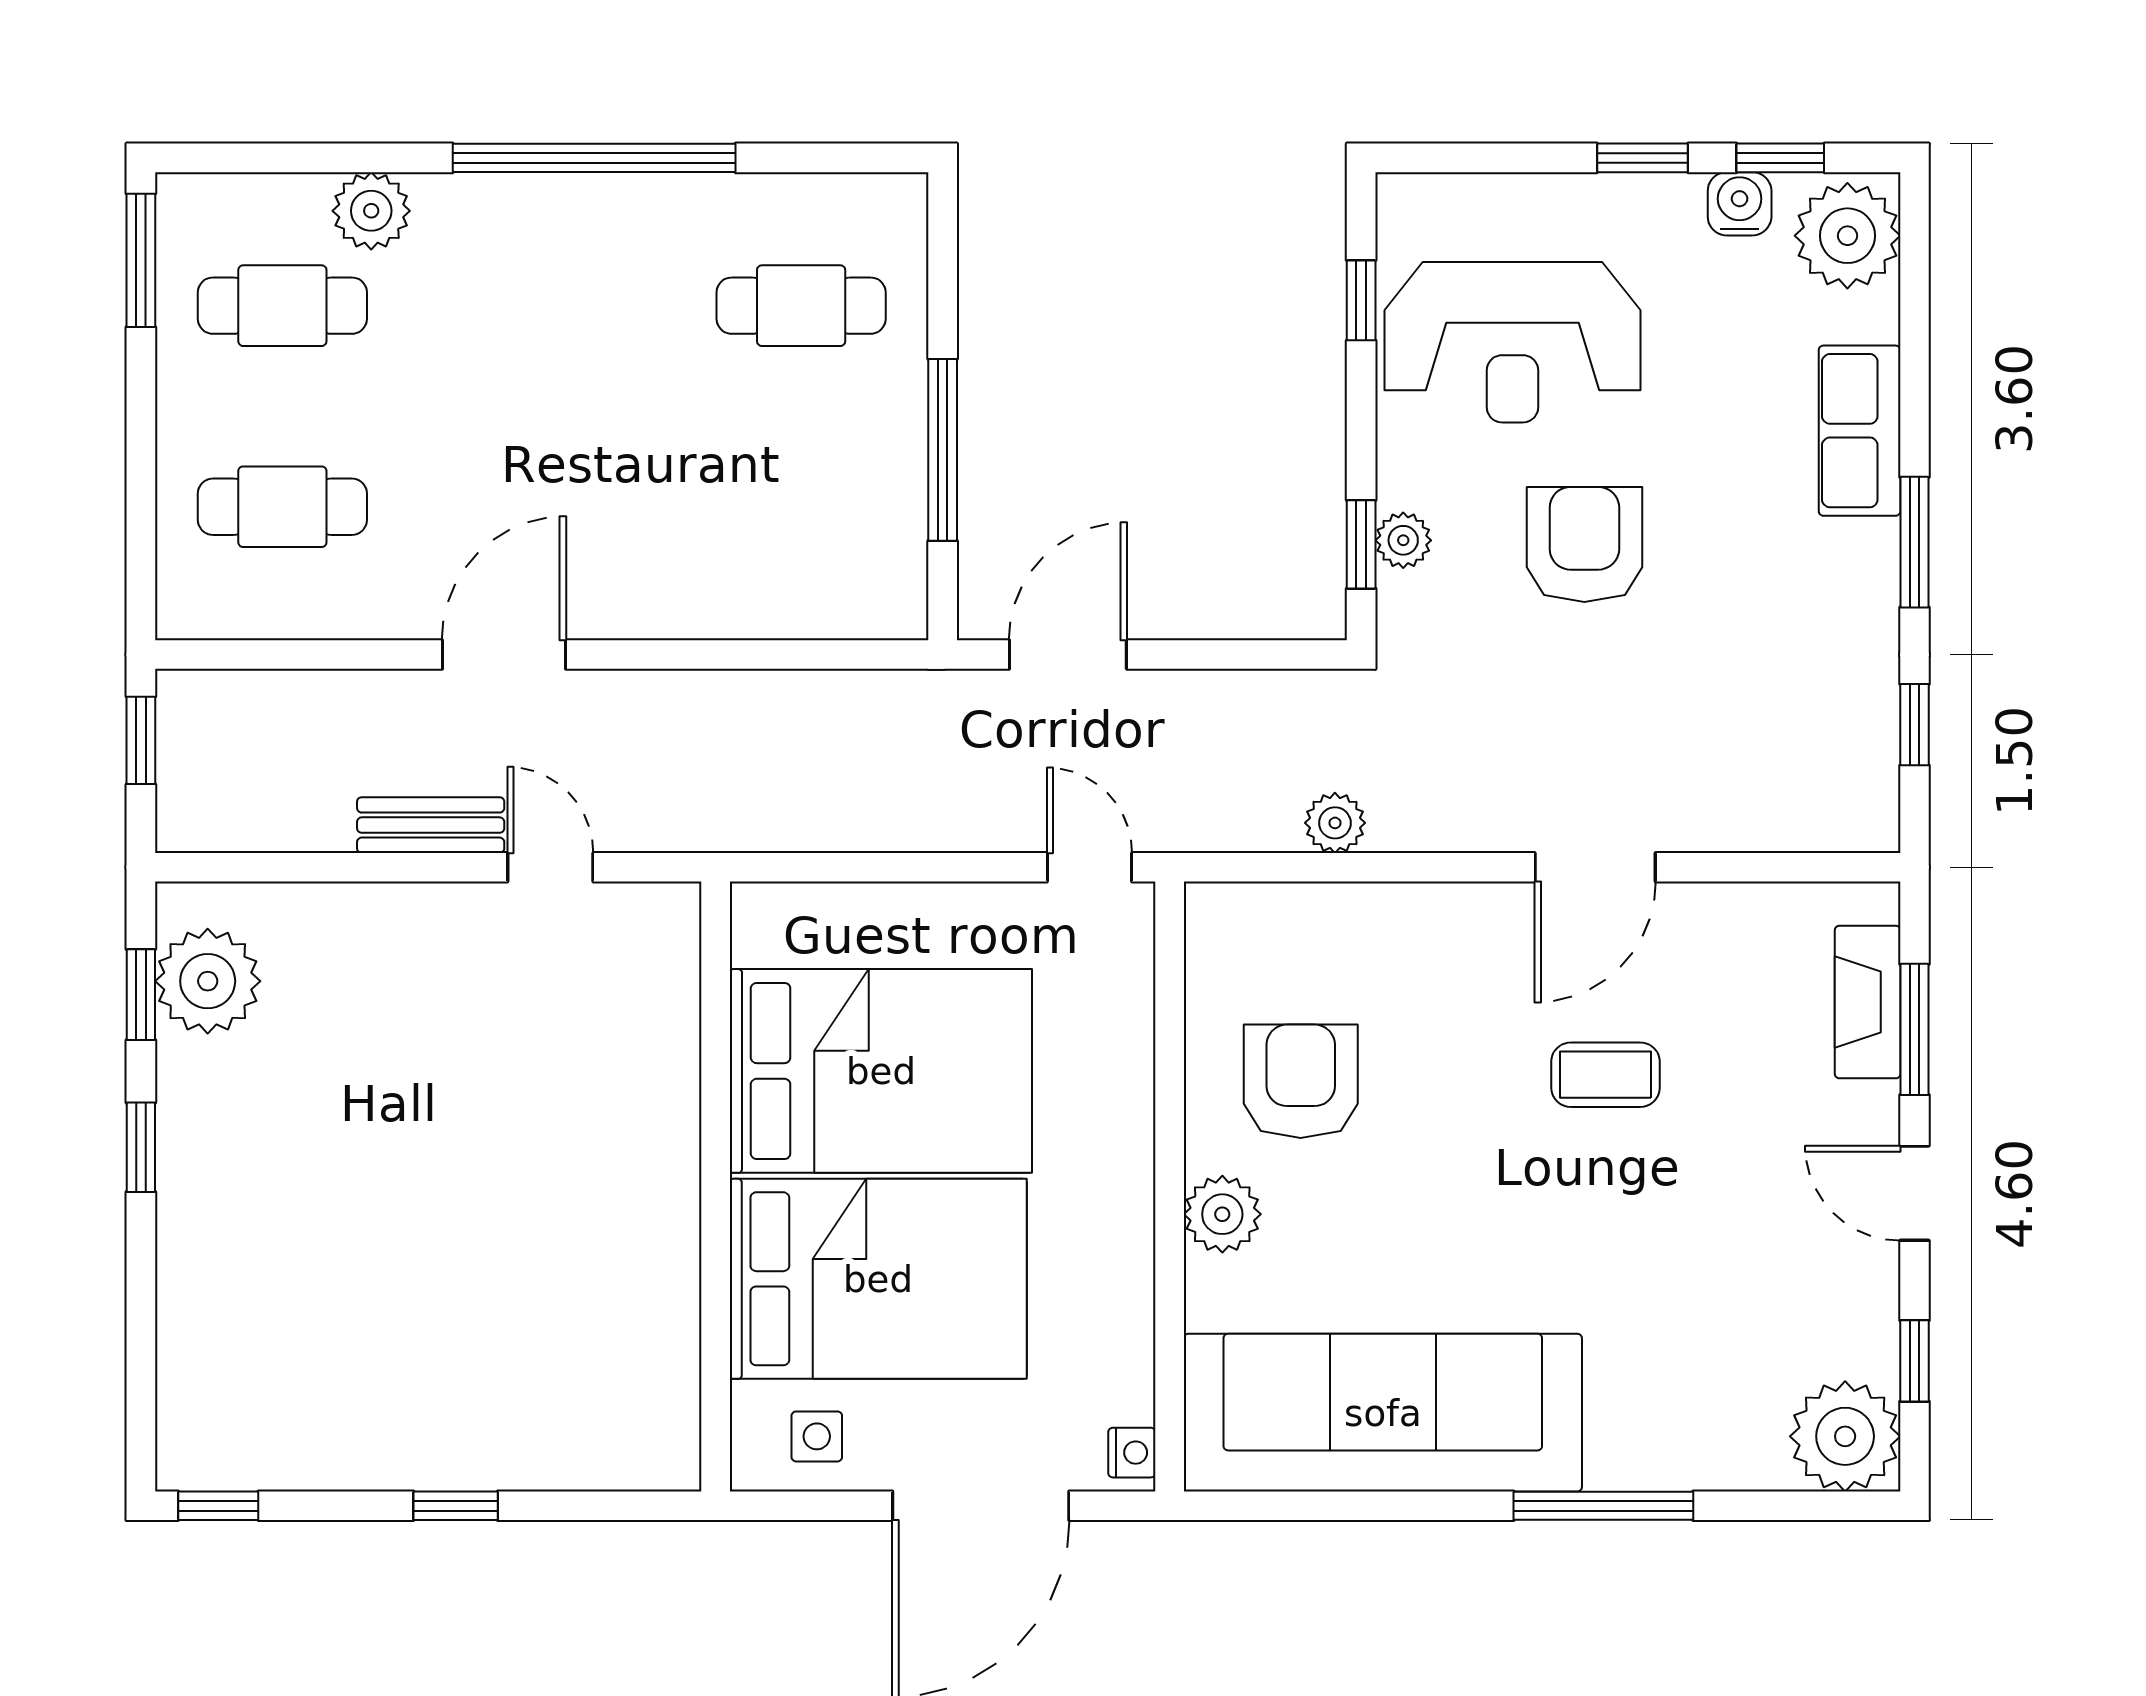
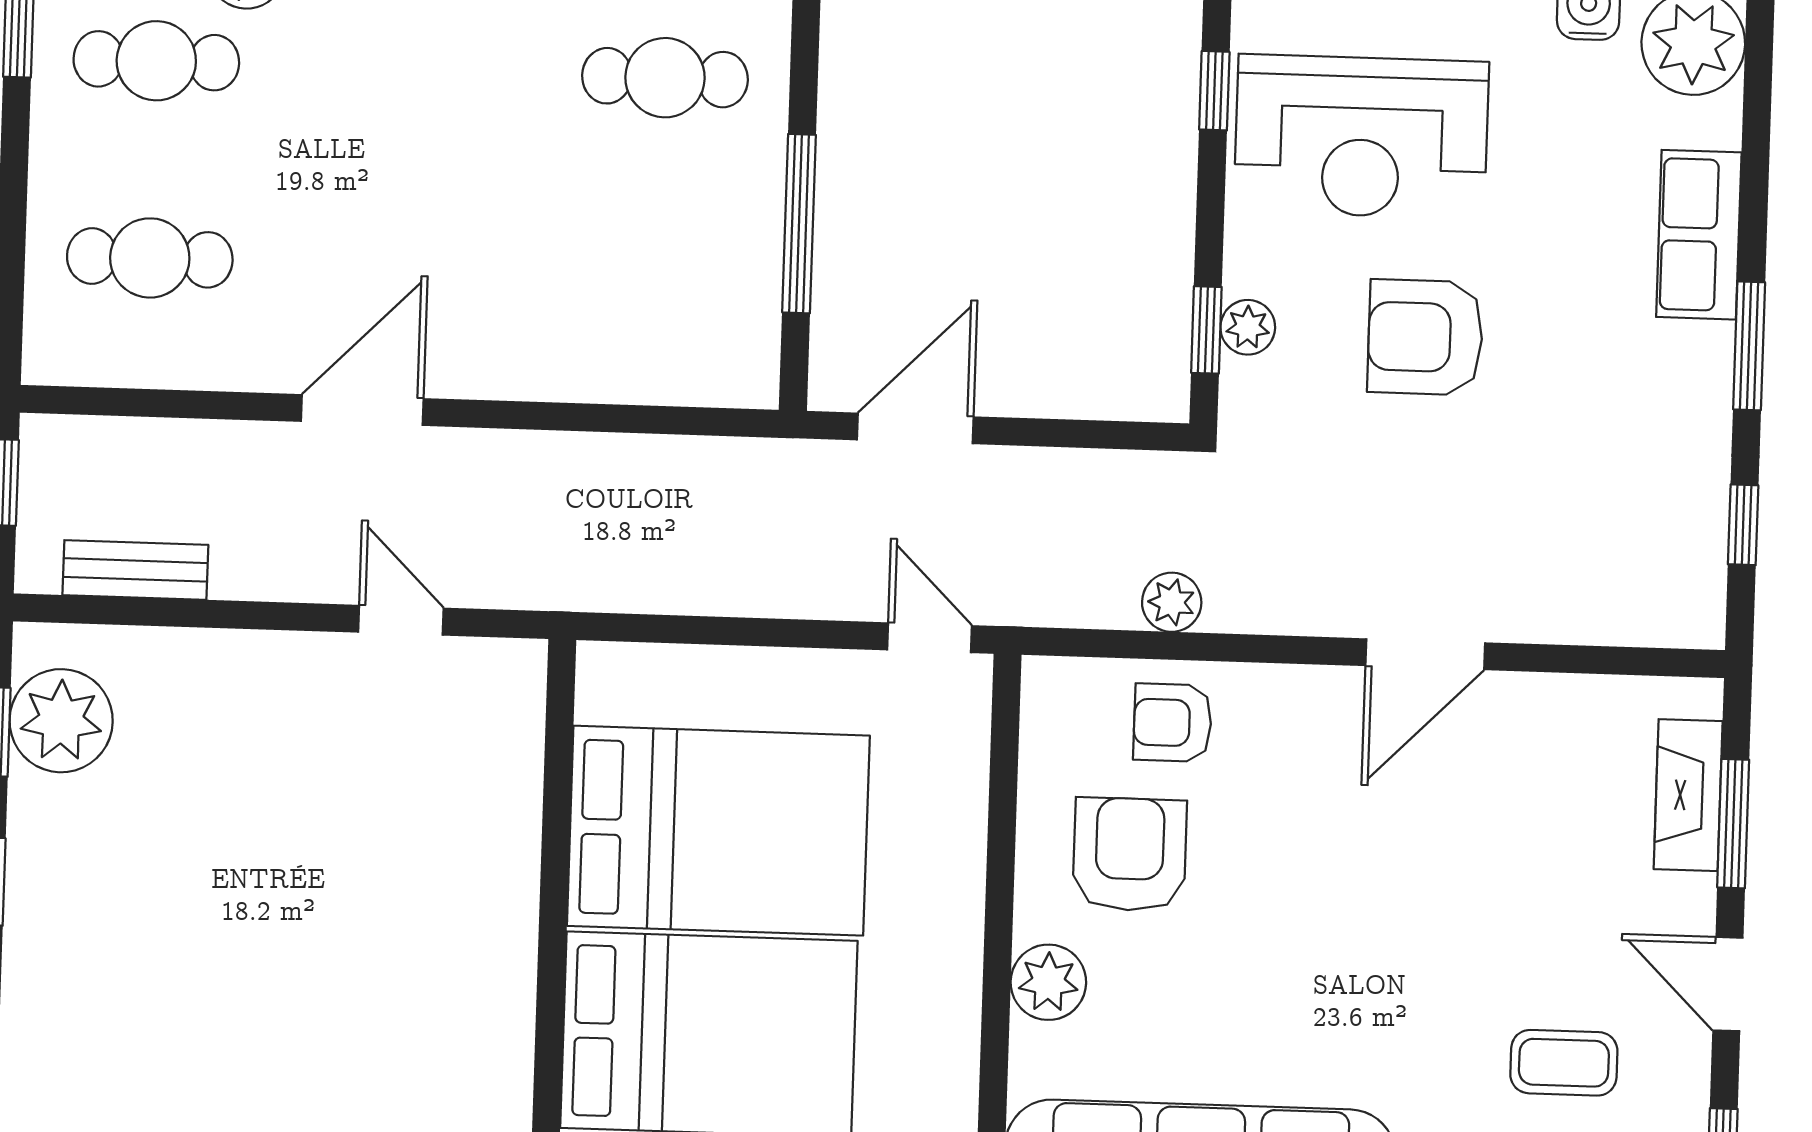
armchair: (1584, 544) -> (1425, 337), turned -90
bench: (431, 825) -> (135, 570), moved
armchair: (1340, 946) -> (1173, 723), added
coffee table: (1606, 1075) -> (1564, 1063), moved

